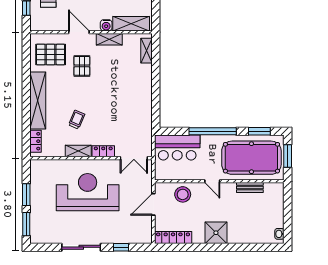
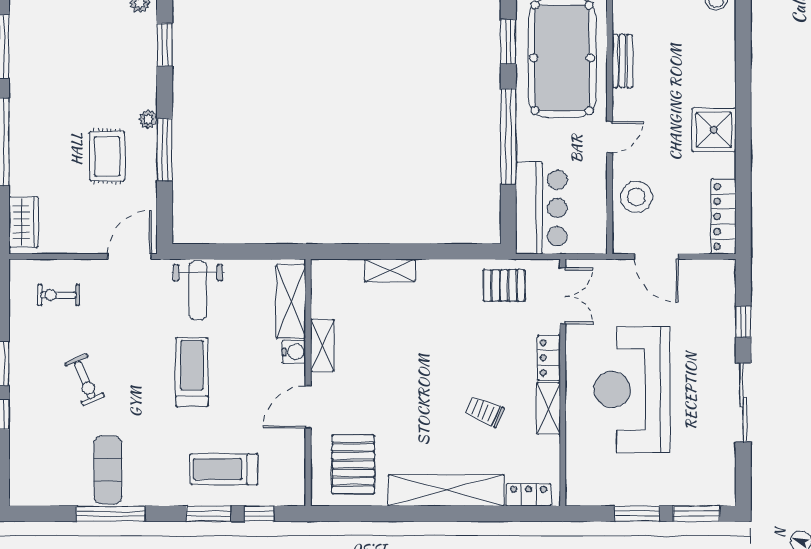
shelving: (146, 51) -> (390, 270), moved
pallet: (82, 66) -> (504, 285), moved

